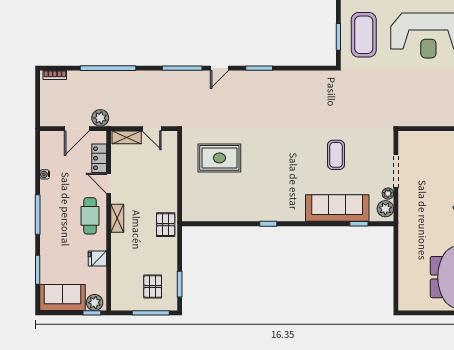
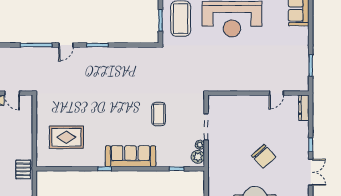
rug: (219, 158) -> (66, 137), moved
sofa: (337, 208) -> (131, 156), moved

